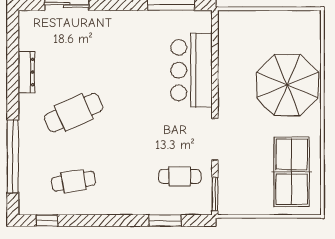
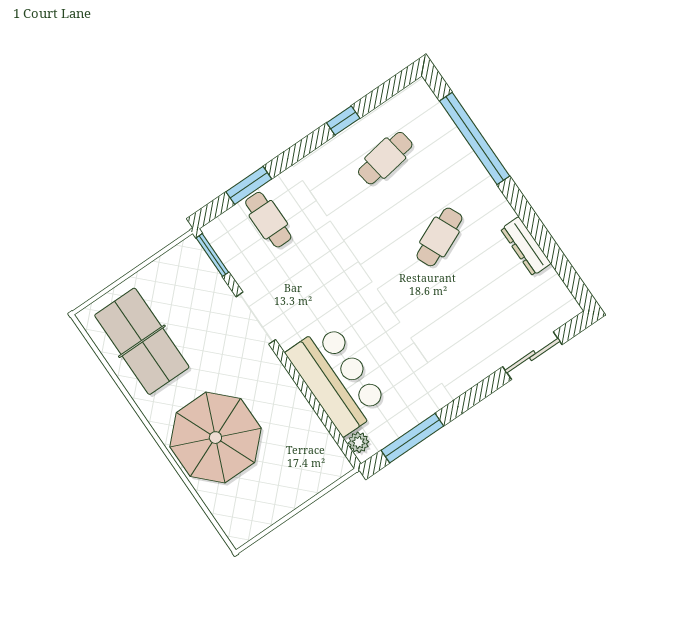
plant: (205, 24) -> (359, 442), added
cafe table: (74, 113) -> (439, 237), width x0.73, depth x0.74
cafe table: (180, 176) -> (268, 220), moved, turned 90
window: (47, 220) -> (343, 121), moved

